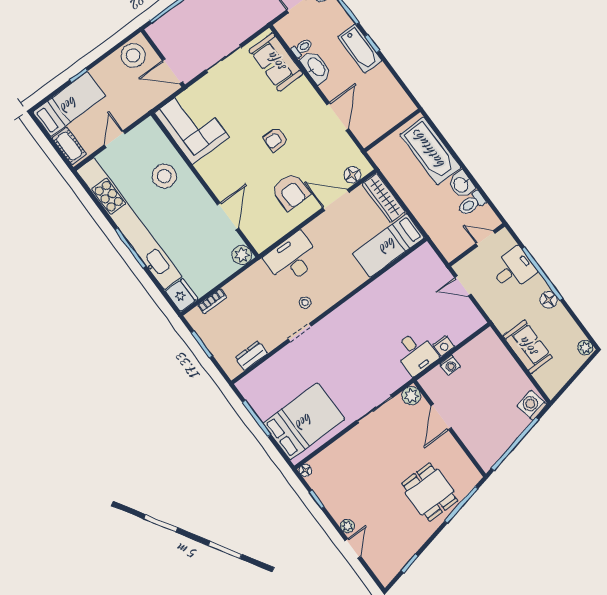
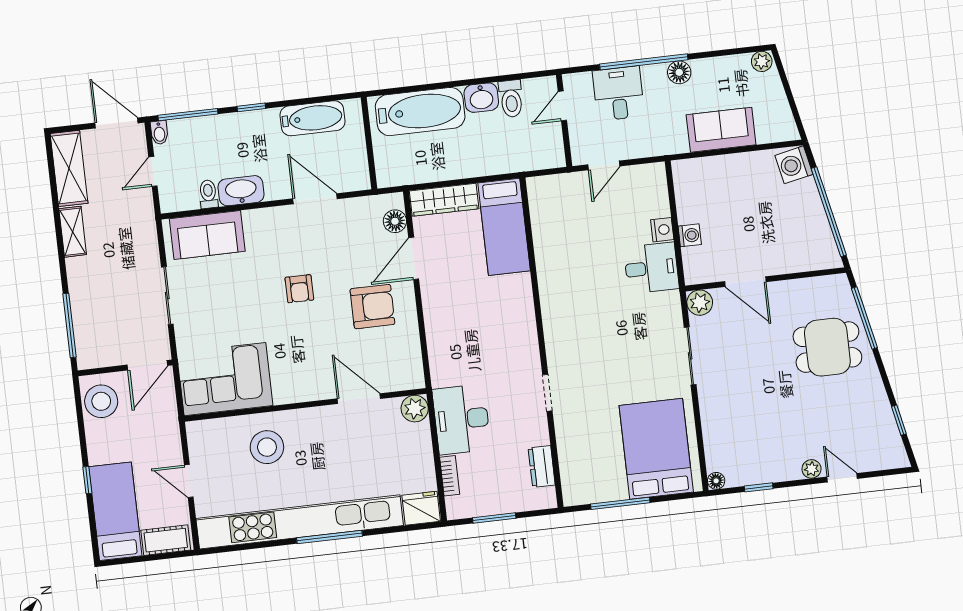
bathtub: (360, 49) -> (312, 118), moved
desk: (292, 259) -> (461, 419), moved
stool: (305, 302) -> (515, 366), removed

